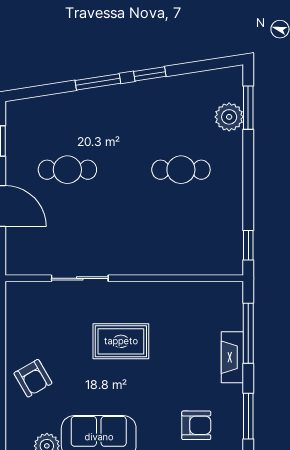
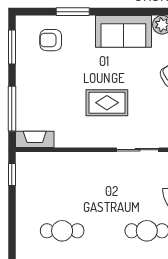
fireplace: (232, 357) -> (35, 139), moved, turned -90

